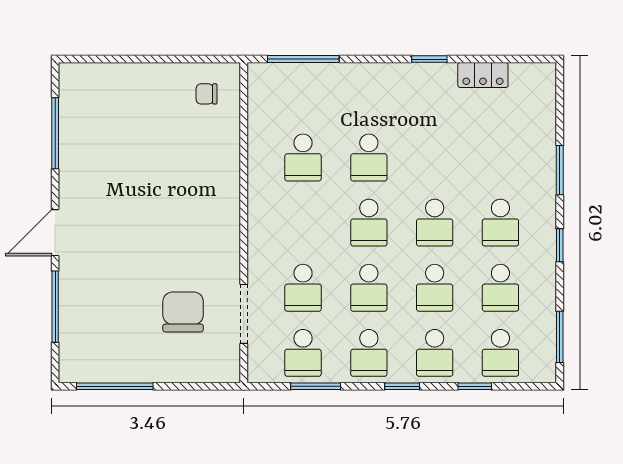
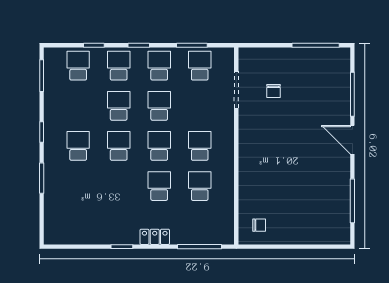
locker: (483, 75) -> (155, 237), moved
door: (55, 233) -> (352, 140), swing flipped
school desk: (303, 288) -> (200, 146), moved
school desk: (500, 288) -> (78, 106), removed
chair: (183, 312) -> (274, 91), width x0.54, depth x0.54

